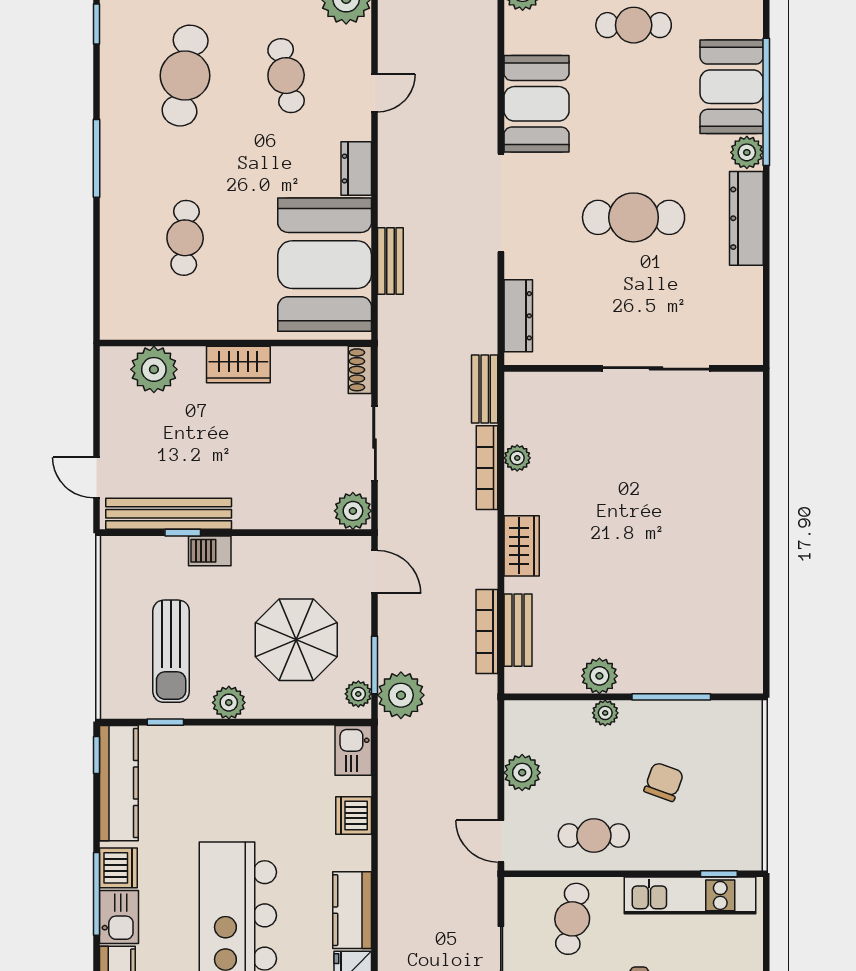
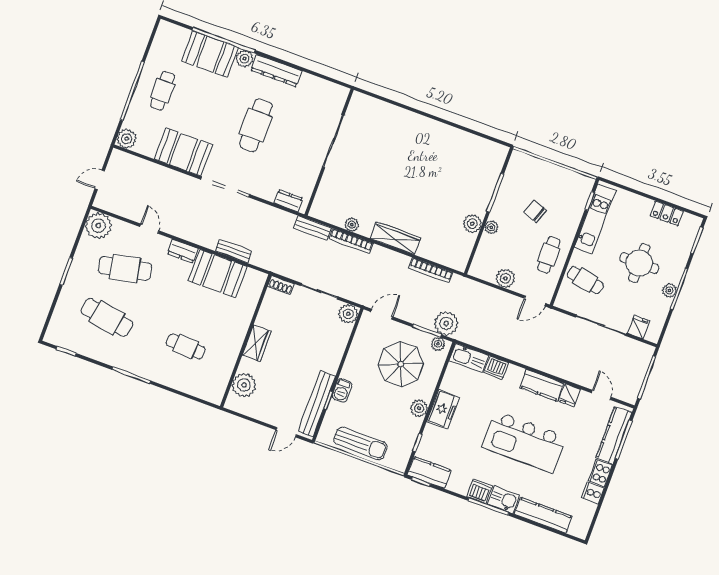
cafe table: (286, 76) -> (125, 268), width x1.37, depth x1.35
booth: (325, 265) -> (218, 274), width x0.73, depth x0.70
dresser: (518, 316) -> (288, 201), width x0.70
wardrobe: (522, 546) -> (395, 238), width x1.50
bench: (518, 630) -> (436, 255), removed
sun lounger: (171, 651) -> (360, 443), moved
freezer: (243, 747) -> (443, 409), added
kitchen sink: (353, 750) -> (469, 358), width x1.38
kitchen counter: (119, 783) -> (429, 472), width x0.67

